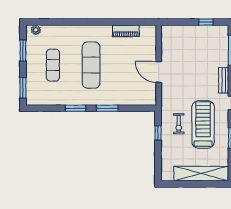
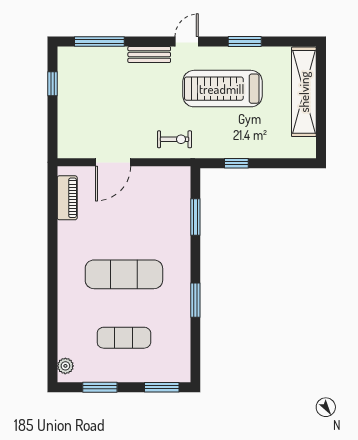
piano: (126, 31) -> (67, 198), moved
door: (159, 72) -> (113, 162), moved
window: (107, 108) -> (195, 217), moved
exercise bike: (179, 124) -> (175, 139), moved

